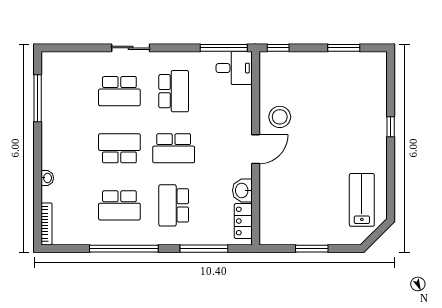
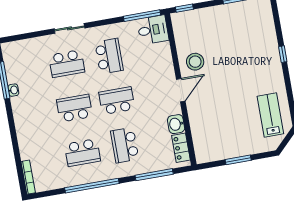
school desk: (174, 148) -> (117, 101), turned 180
washbasin: (47, 178) -> (13, 90), moved

